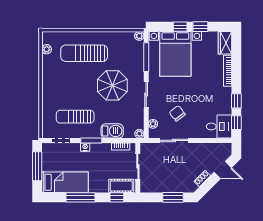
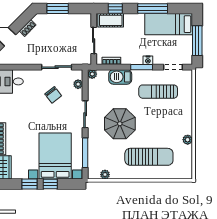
plant: (139, 36) -> (105, 175), moved
plant: (47, 49) -> (188, 140), moved
sun lounger: (75, 117) -> (158, 92), turned 180

